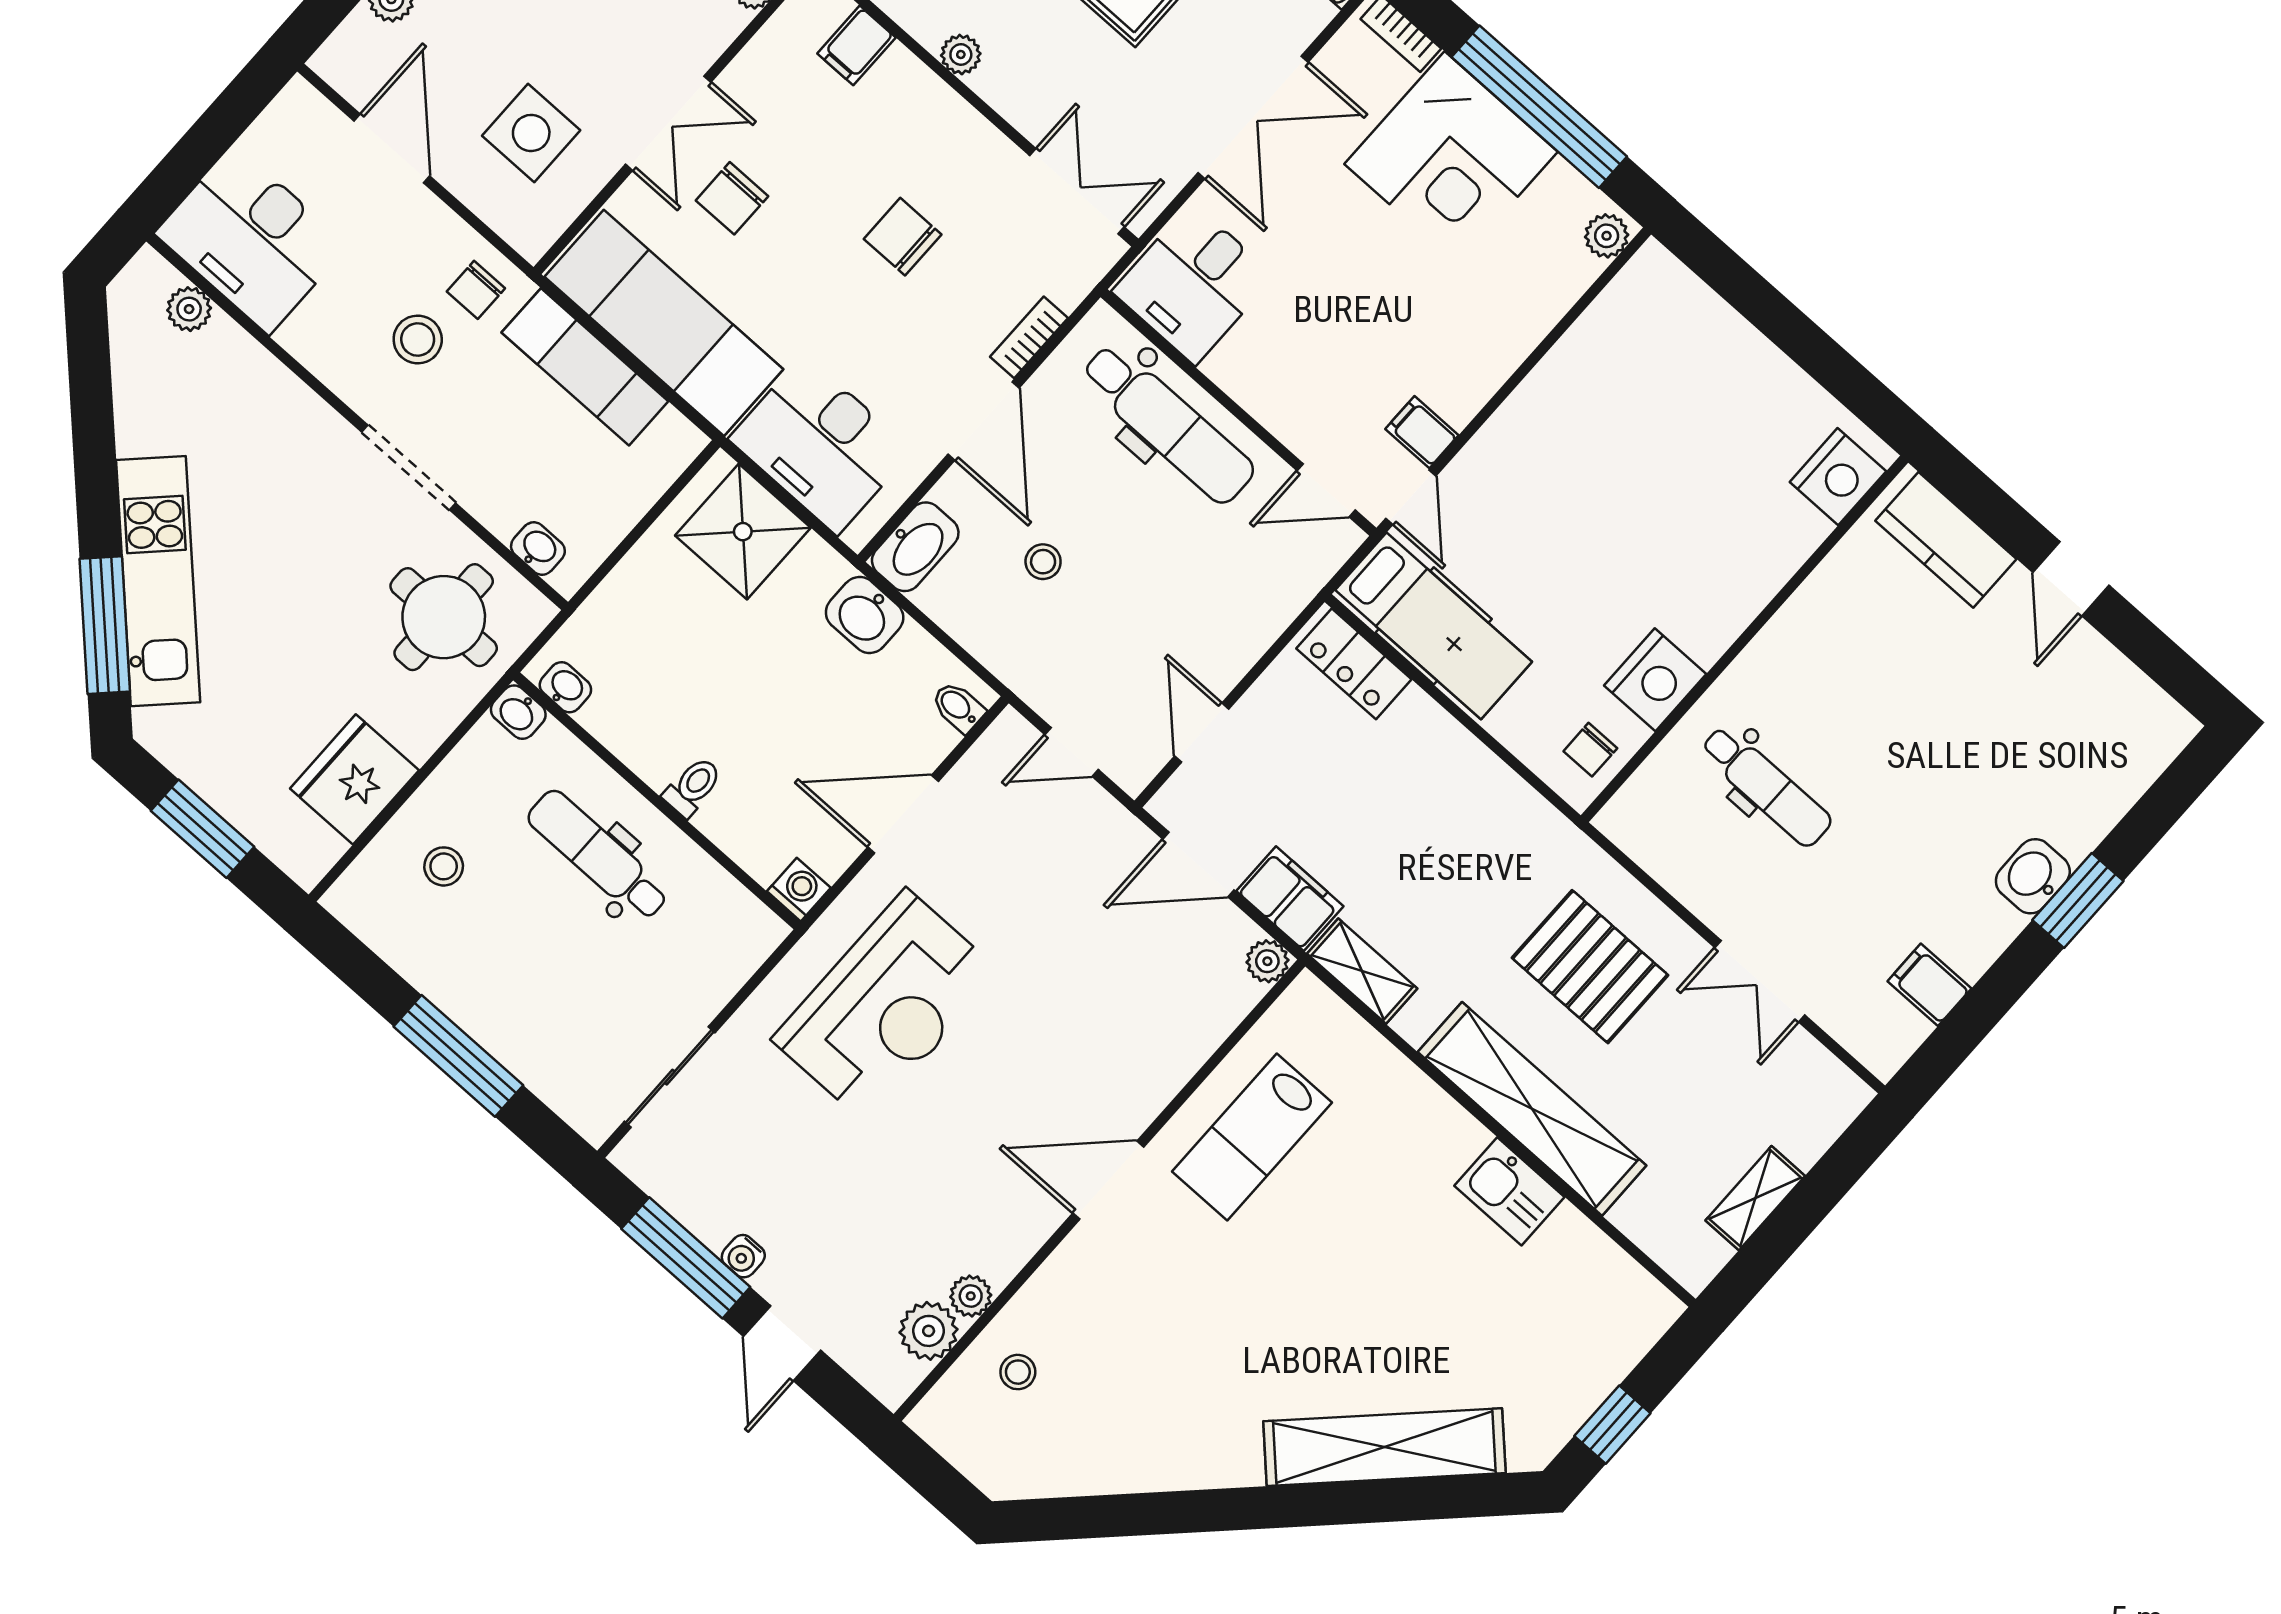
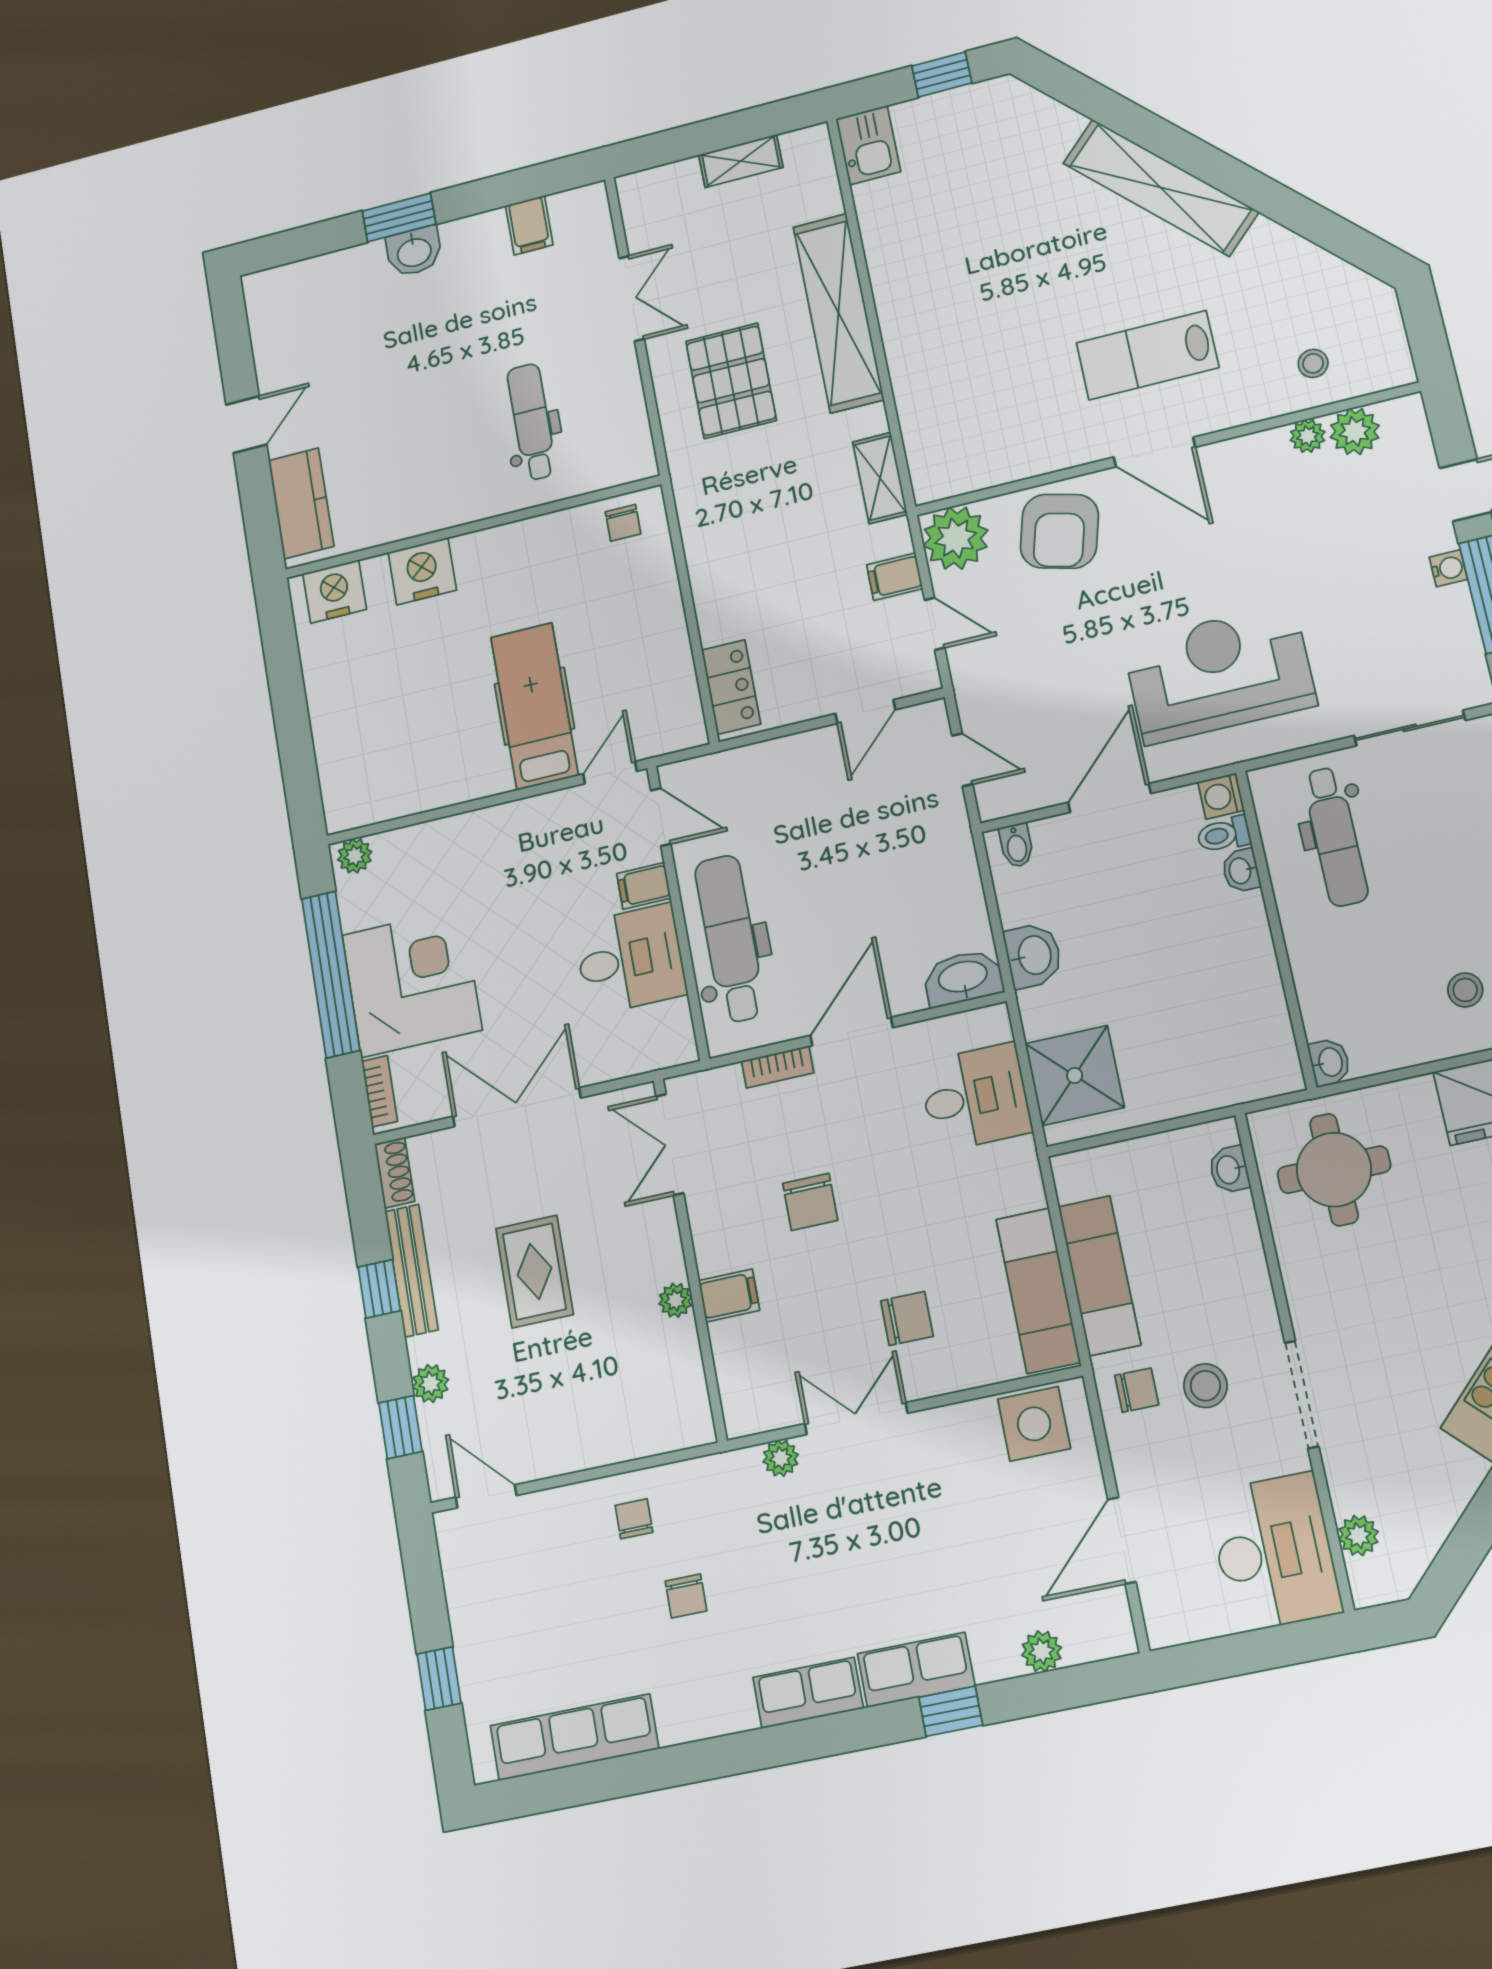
filing cabinet: (856, 45) -> (729, 1295), moved
double door: (668, 123) -> (856, 1418), moved
side table: (531, 133) -> (1034, 1424), moved
desk: (1193, 284) -> (630, 959), moved
exam couch: (664, 323) -> (1038, 1291), width x0.73, depth x0.69
filing cabinet: (1422, 432) -> (644, 886), moved, turned 90
desk: (820, 445) -> (975, 1097), width x0.73
doorway: (409, 468) -> (1302, 1394), moved
stool: (1043, 562) -> (884, 904), removed
hospital bed: (1434, 626) -> (534, 706), moved
nightstand: (1655, 680) -> (422, 571), moved
washbasin: (565, 687) -> (1241, 871), moved
chair: (1590, 750) -> (623, 523), turned 90
toilet: (693, 787) -> (1224, 835), moved
door: (903, 814) -> (1109, 798), swing flipped
dental chair: (598, 855) -> (1335, 837), moved
door: (1198, 865) -> (935, 624), width x0.73
filing cabinet: (1290, 899) -> (895, 577), width x0.50
plant: (1267, 961) -> (956, 538), width x1.88, depth x1.88
armchair: (1144, 1039) -> (1059, 531), added
lab bench: (1252, 1137) -> (1147, 355), moved, turned 180
kitchen sink: (1509, 1191) -> (868, 145), moved
shelving: (1384, 1447) -> (1160, 187), moved

